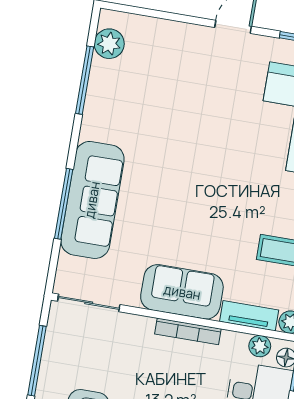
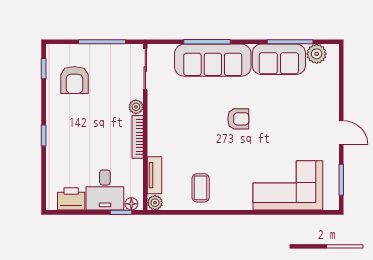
armchair: (186, 177) -> (238, 119), added
sofa: (182, 292) -> (279, 59), moved, turned 90
plant: (260, 346) -> (136, 107), moved

